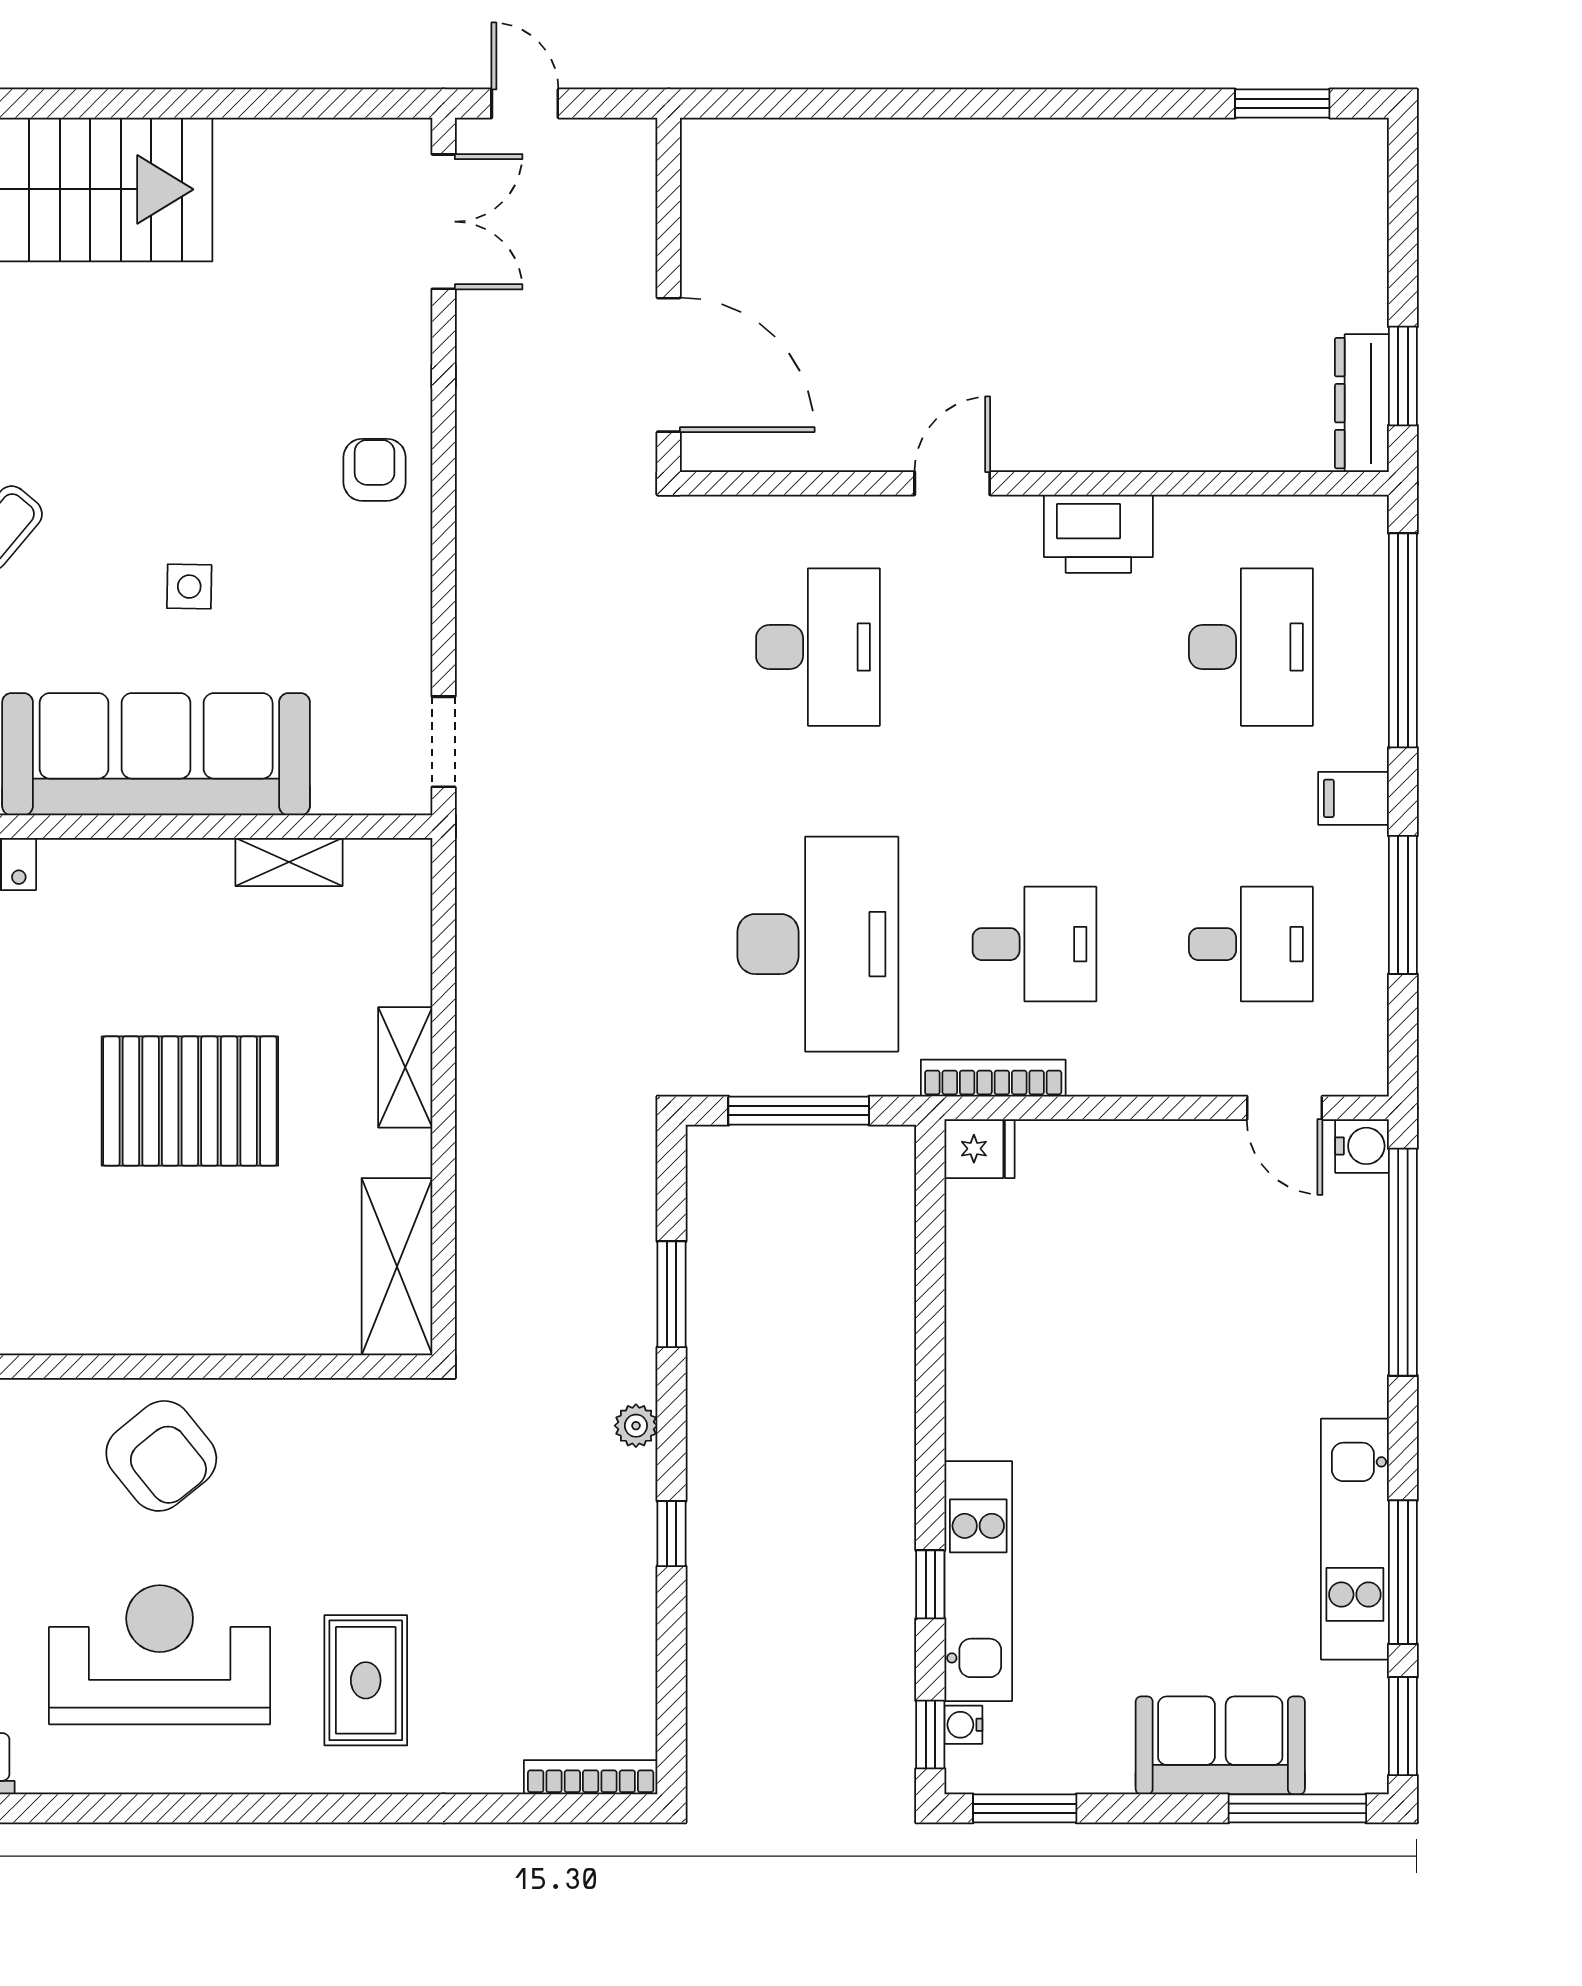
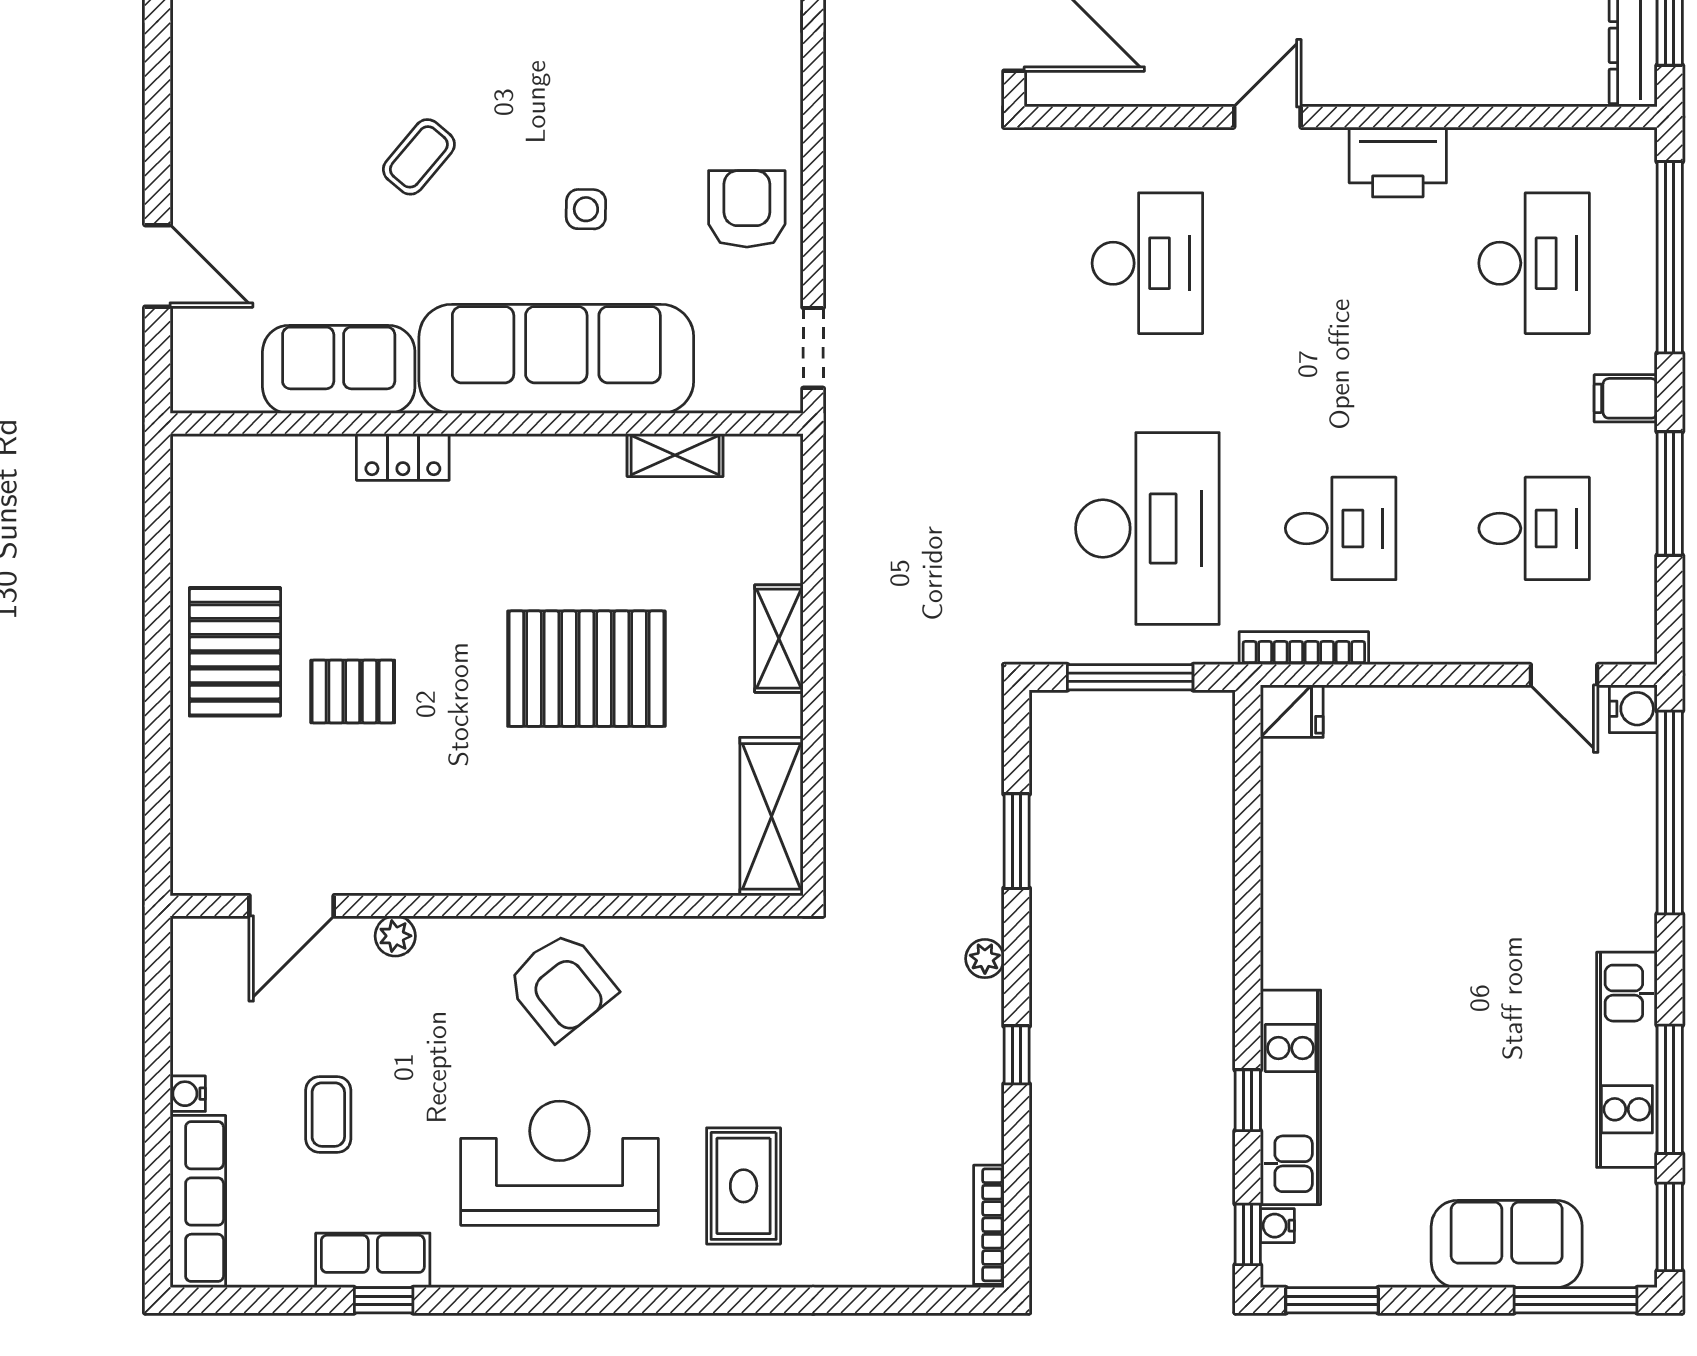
armchair: (375, 470) -> (747, 209), moved, width x1.38, depth x1.38
bookcase: (591, 1777) -> (989, 1225), moved, turned -90

